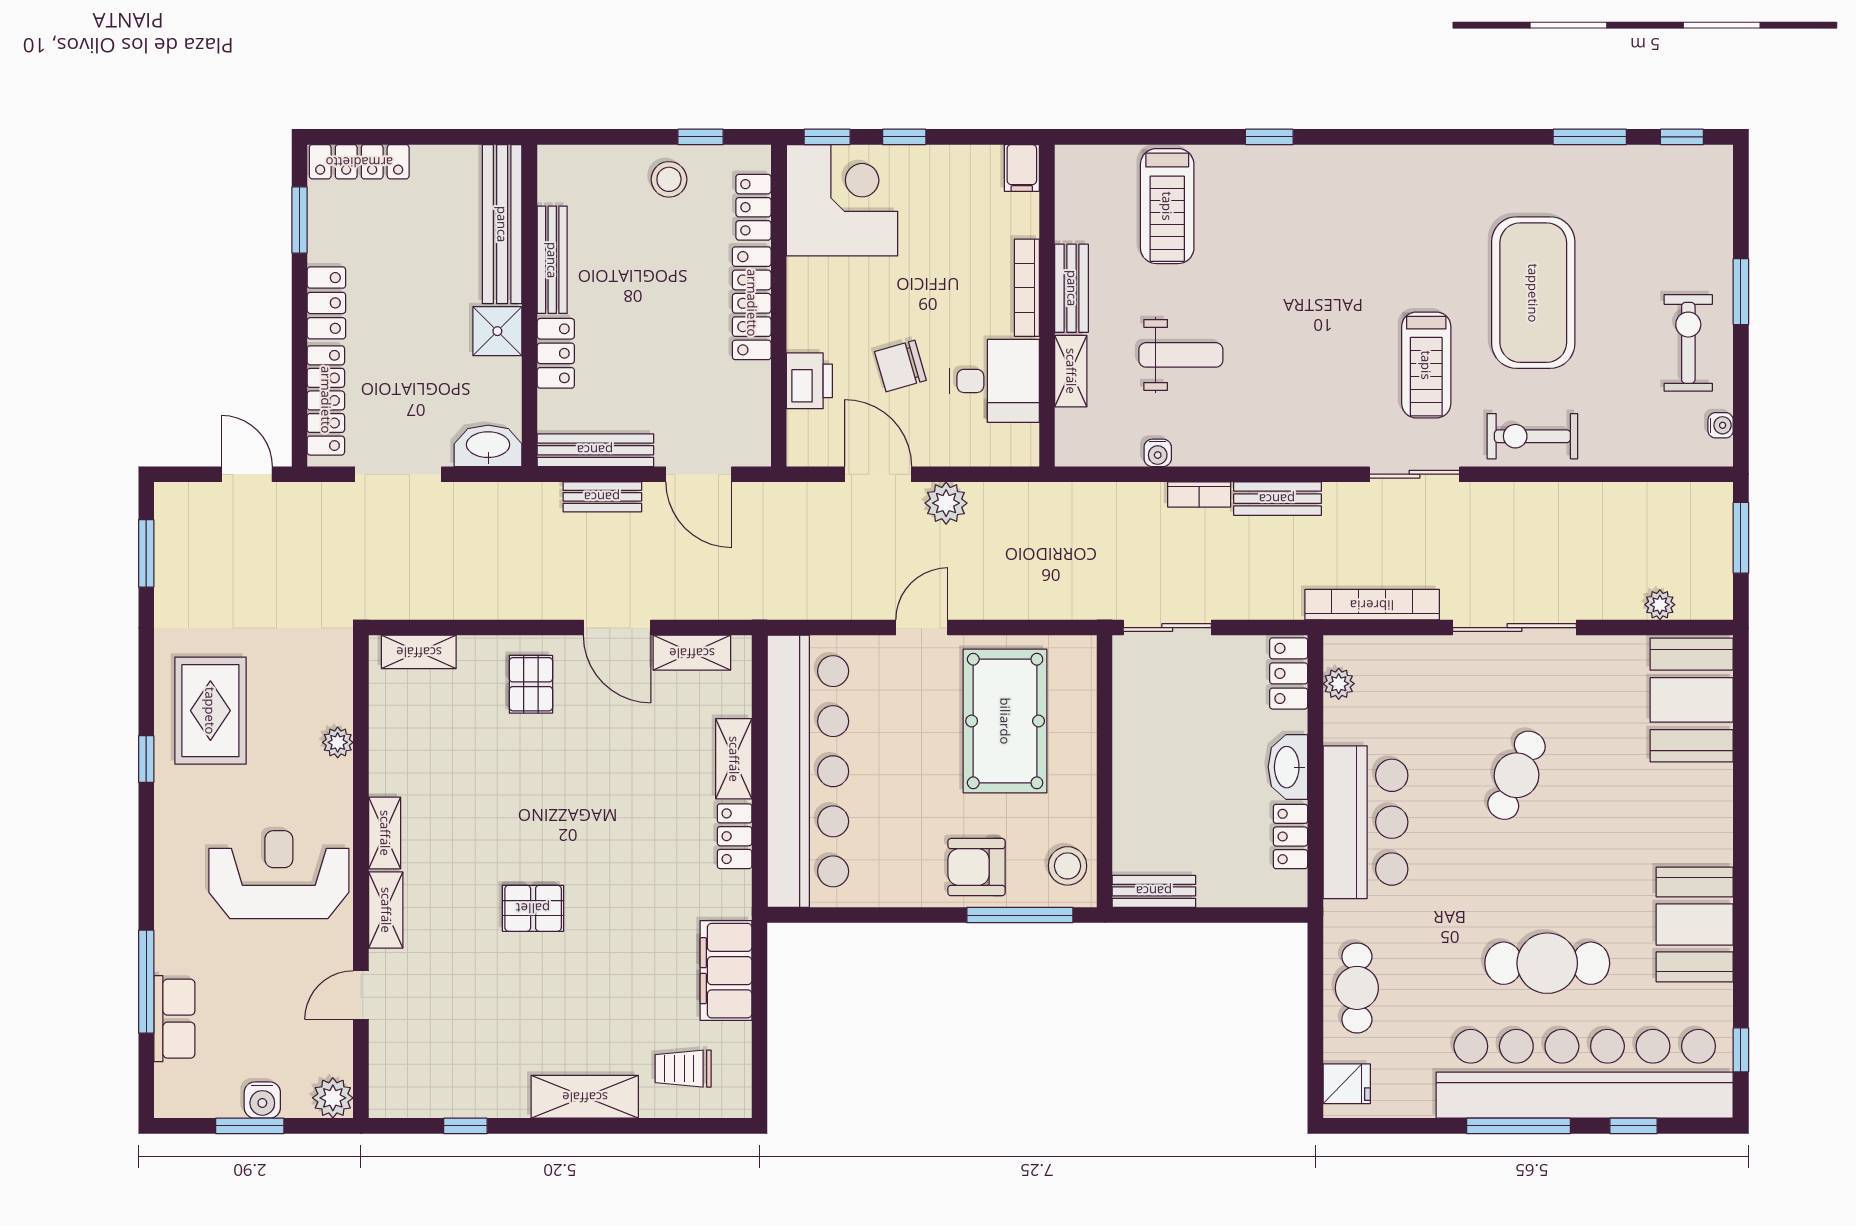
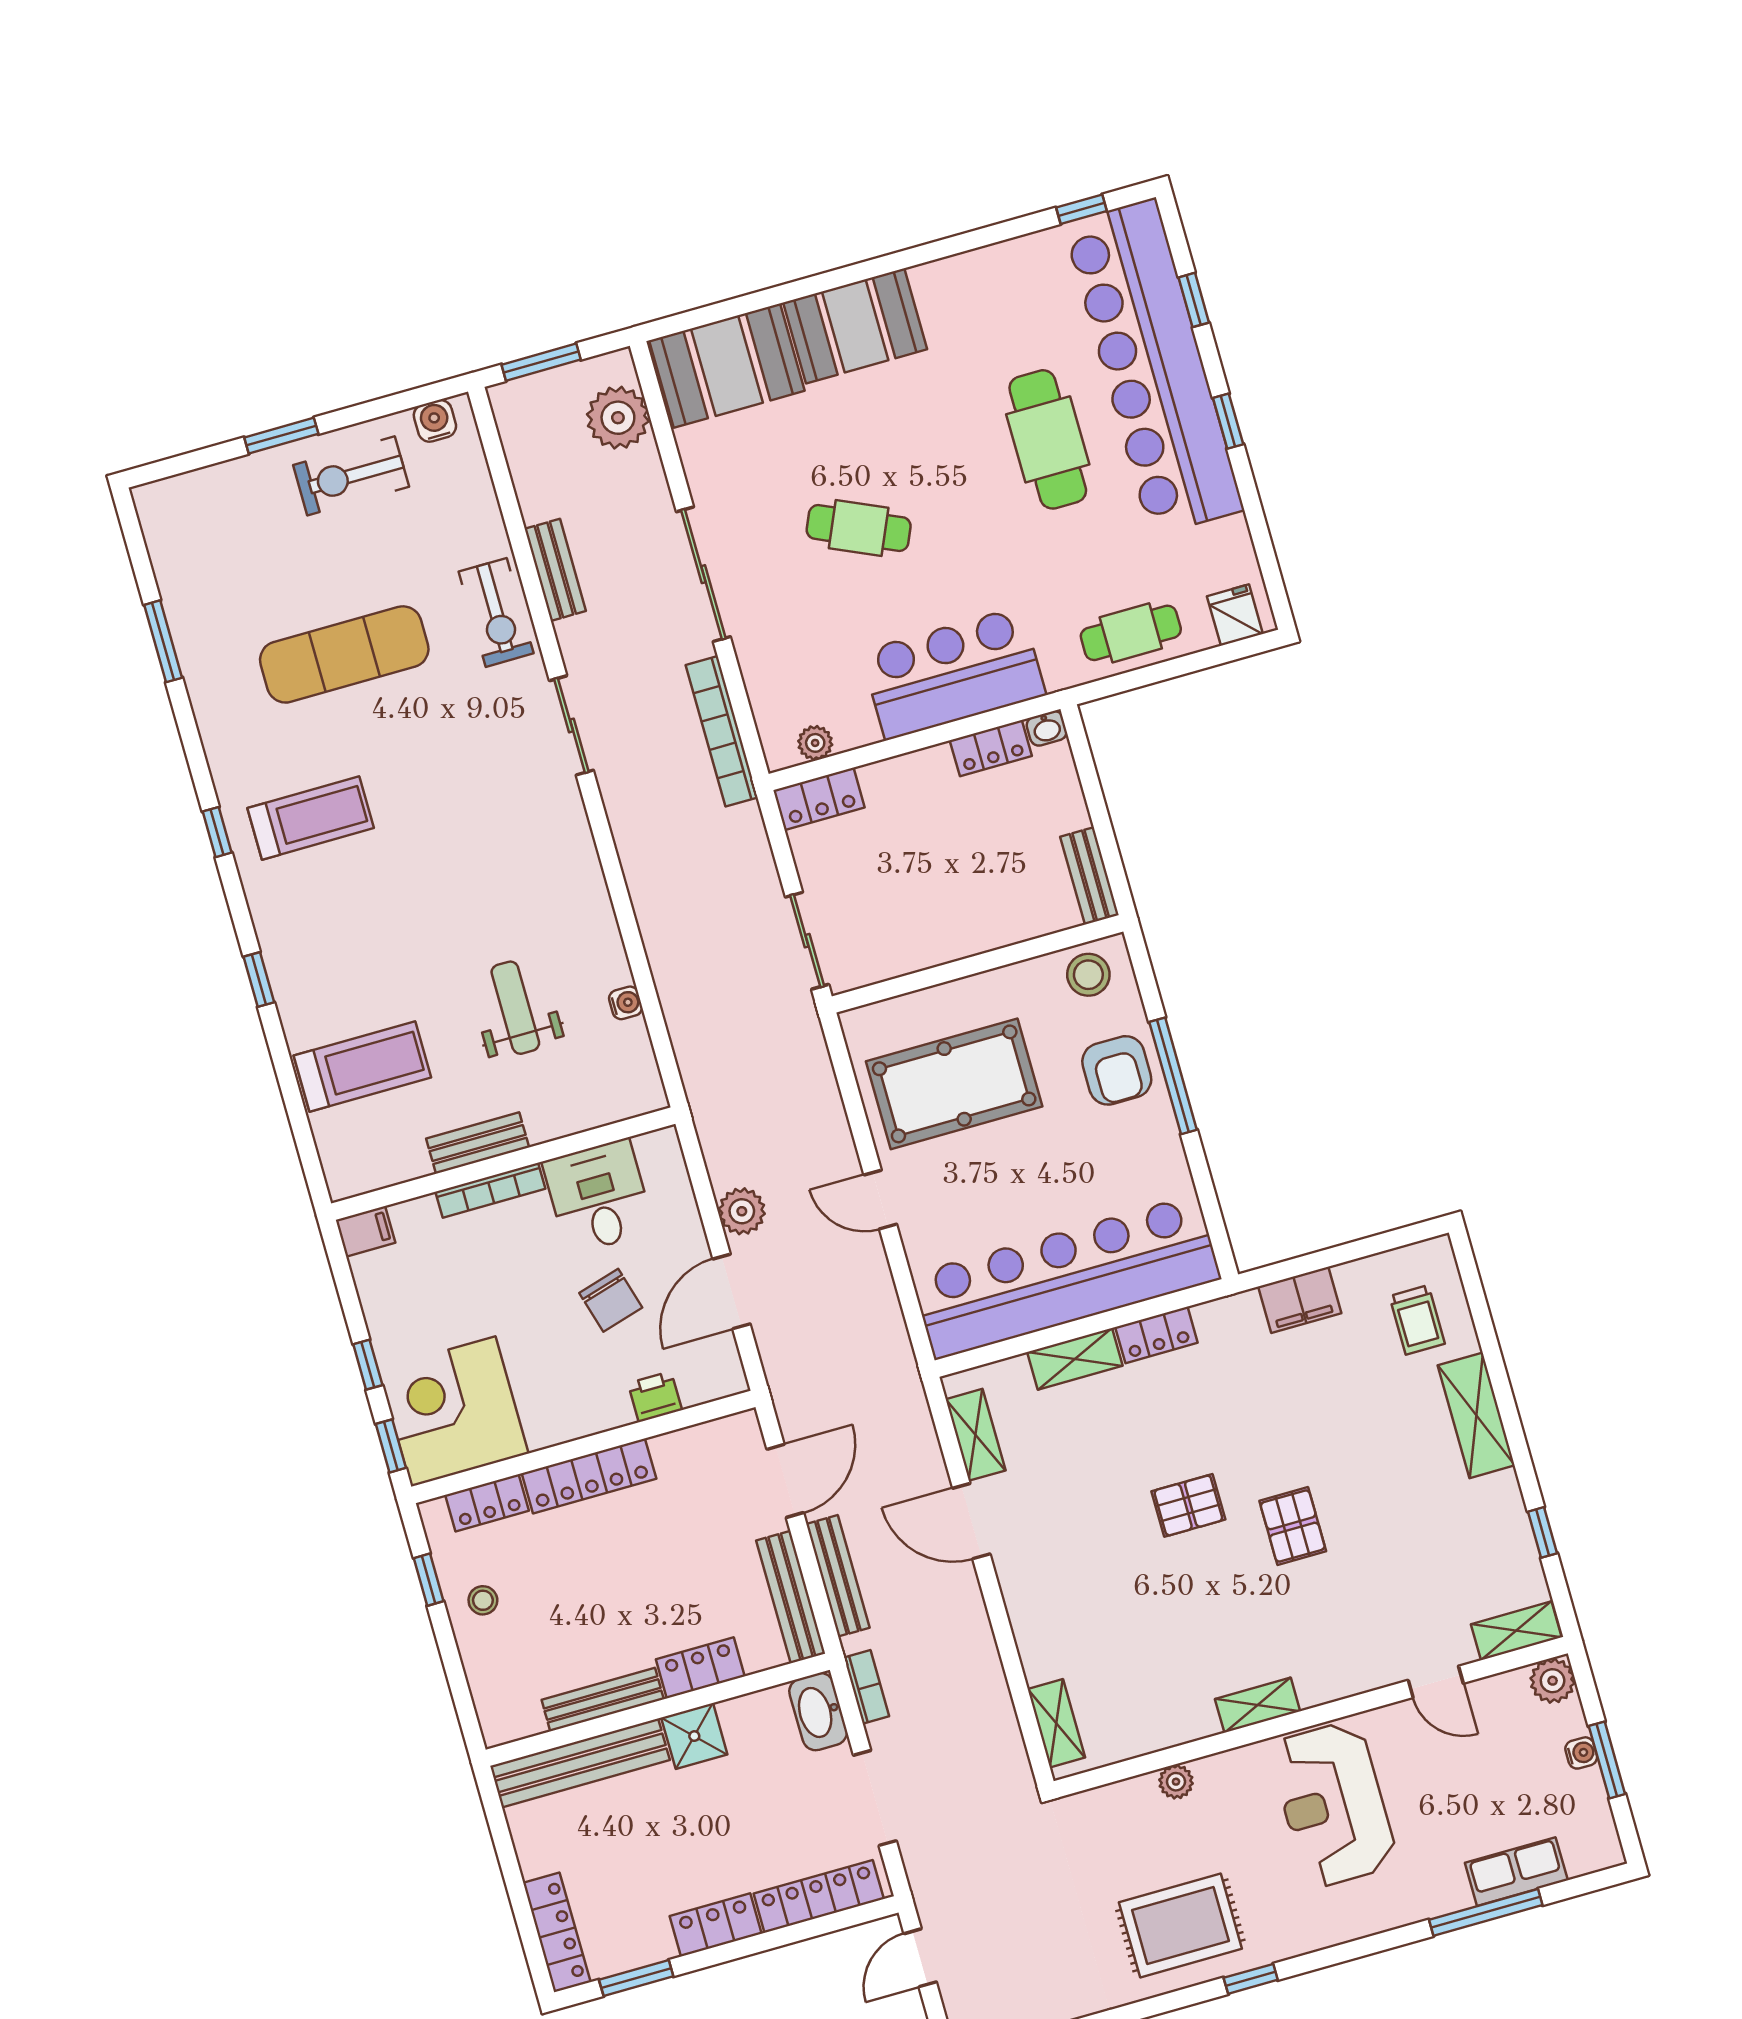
window: (1682, 137) -> (217, 832), moved
stool: (669, 179) -> (483, 1600), width x0.73, depth x0.73
exercise mat: (1533, 293) -> (344, 654), width x0.68
treadmill: (1426, 365) -> (311, 818), moved
shelving: (1071, 371) -> (565, 1119), removed
printer: (809, 381) -> (655, 1397), width x0.73, depth x0.81
water cooler: (1721, 425) -> (435, 421), width x1.38, depth x1.38
bookcase: (1199, 494) -> (867, 1687), moved
bench: (602, 497) -> (838, 1576), width x1.36
bench: (1277, 499) -> (555, 570), moved
plant: (1660, 605) -> (618, 418), width x1.88, depth x1.88
door: (617, 628) -> (971, 1521), swing flipped
pallet: (531, 684) -> (1188, 1505), moved
washbasin: (1288, 767) -> (1047, 728), moved, width x0.52, depth x0.69
shelving: (386, 910) -> (1516, 1631), moved
window: (1020, 915) -> (1173, 1076), moved
booth: (1695, 924) -> (855, 326), moved
filing cabinet: (726, 971) -> (1300, 1300), width x0.67, depth x0.86
water cooler: (262, 1100) -> (1581, 1753), width x0.72, depth x0.72
window: (1519, 1126) -> (1228, 421), width x0.46

